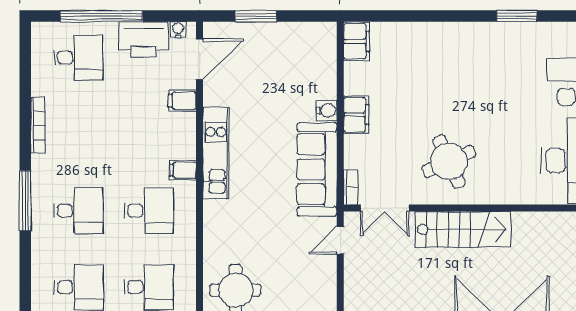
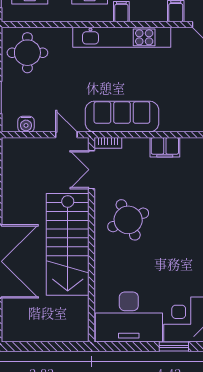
water cooler: (327, 110) -> (26, 124), moved
kitchen unit: (216, 153) -> (122, 37), width x1.36
stairs: (463, 229) -> (68, 244), width x1.36, depth x1.51

